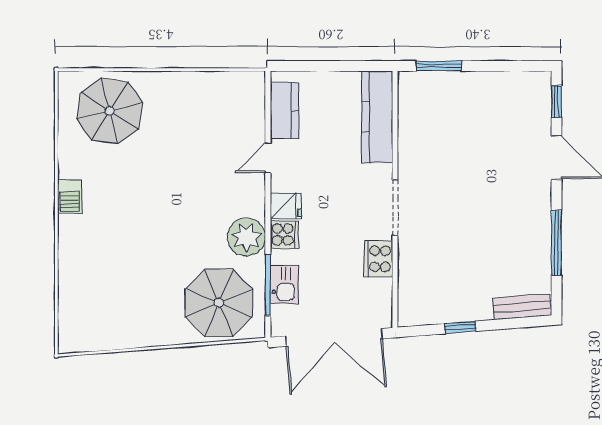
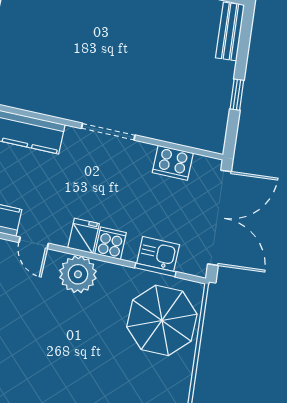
plant: (246, 237) -> (78, 274), moved
cooker: (378, 259) -> (173, 163), moved
window: (268, 285) -> (155, 270), width x0.69

